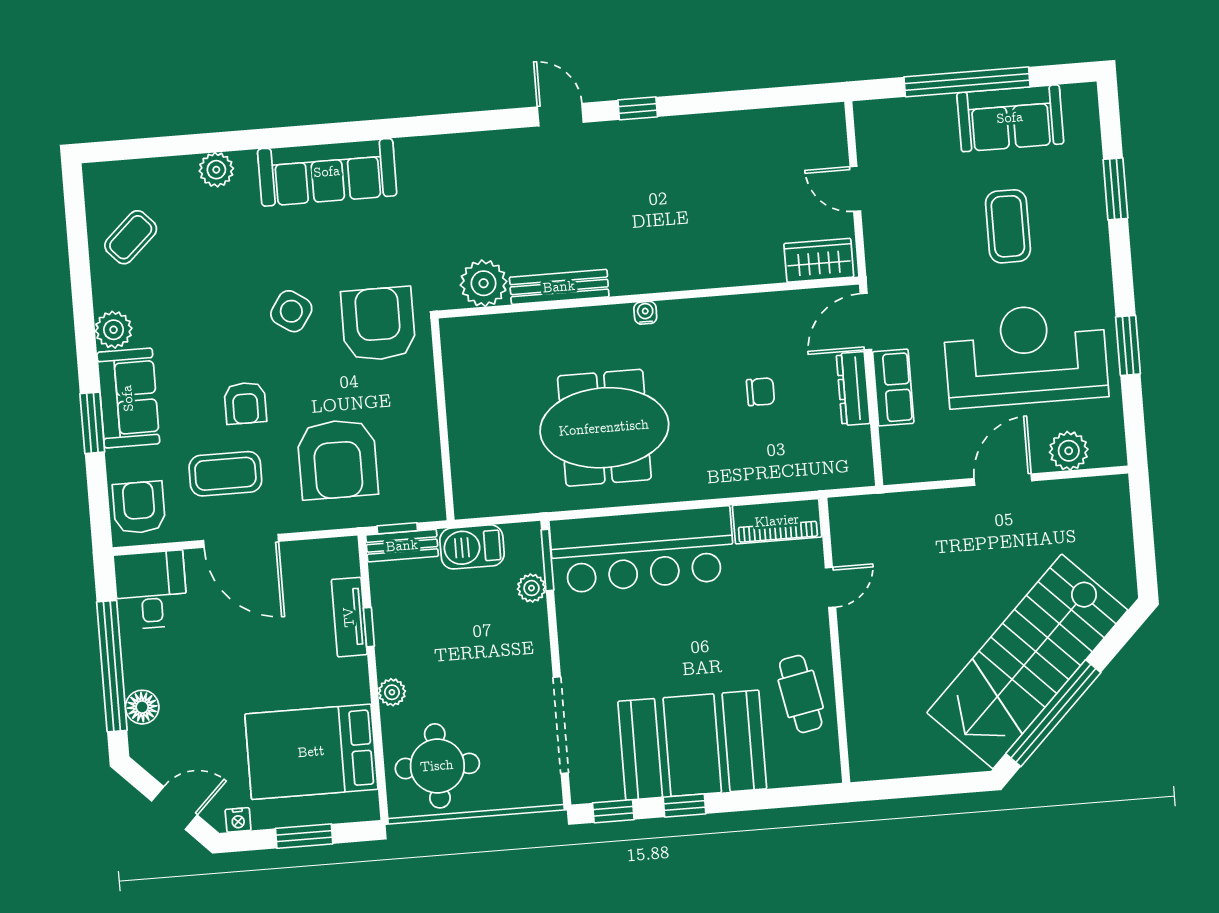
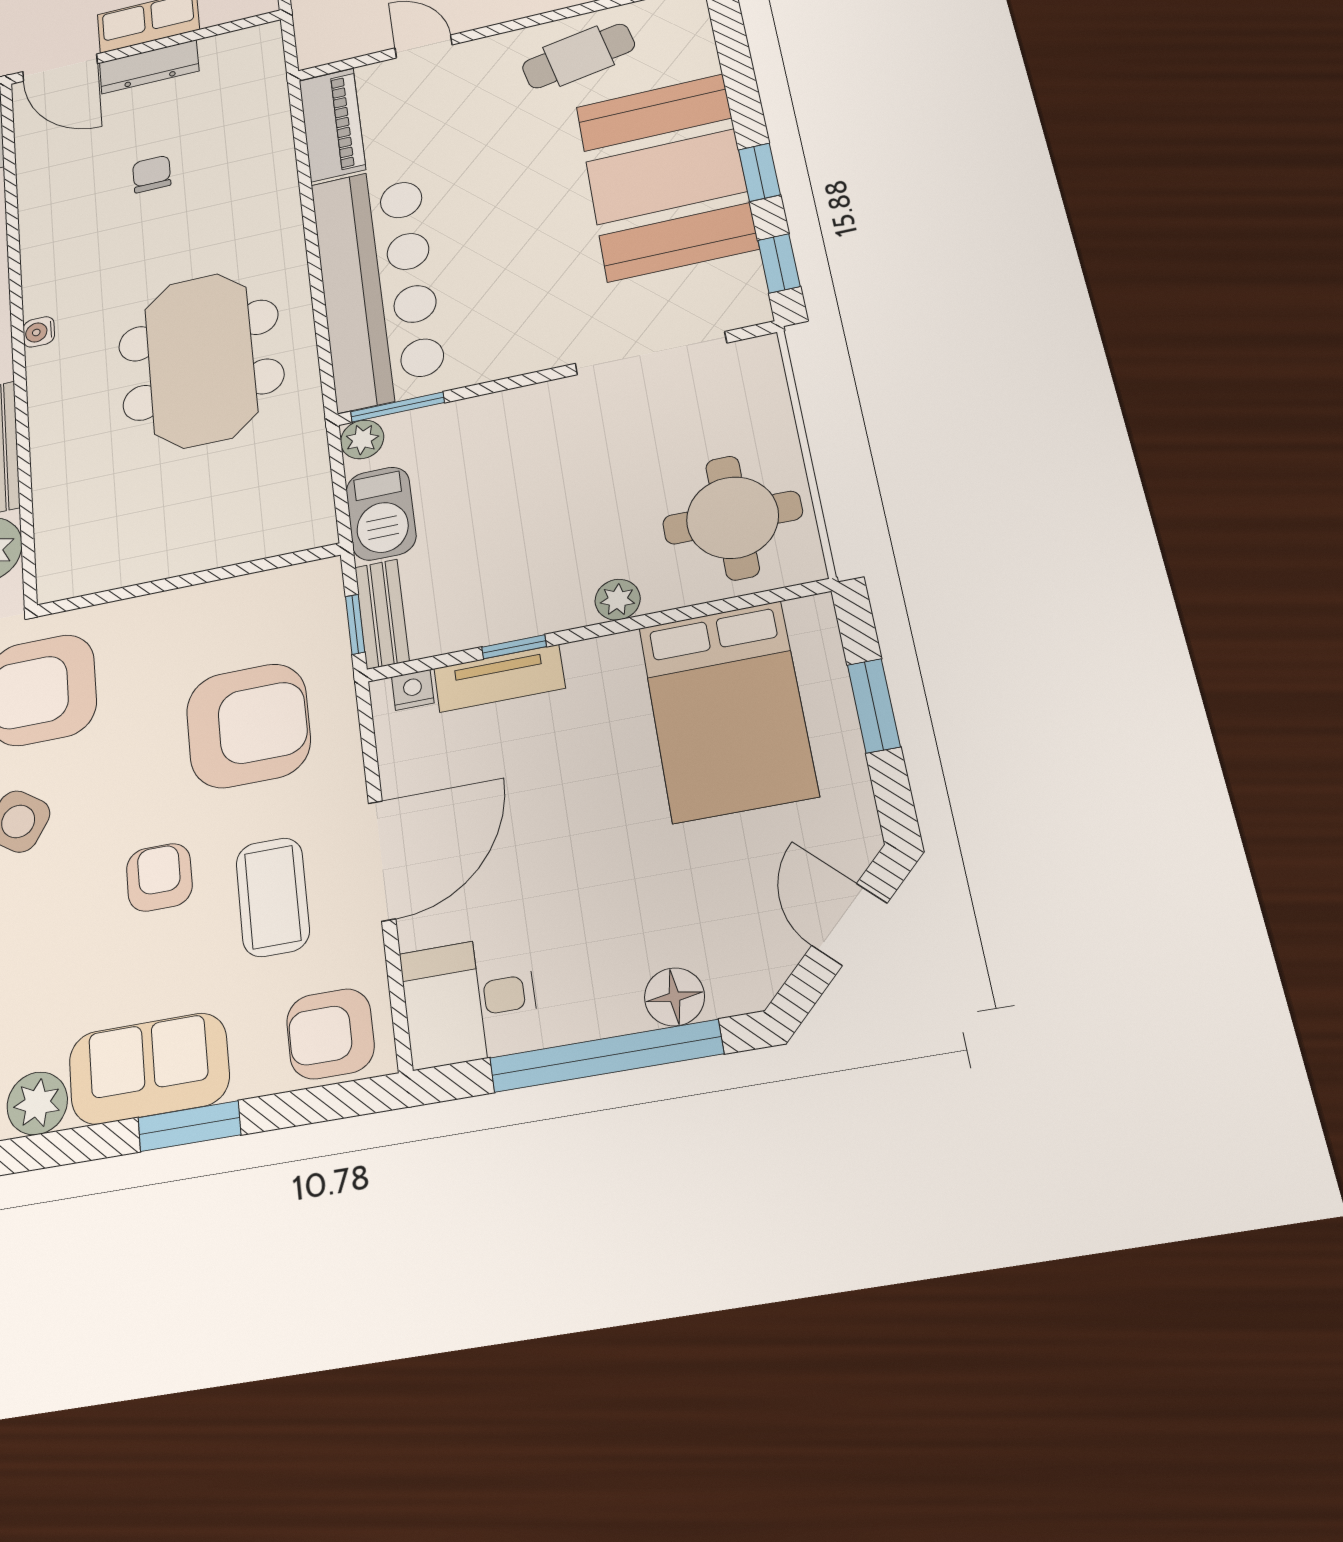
armchair: (245, 403) -> (159, 877), turned -90
plant: (531, 588) -> (362, 439), moved
nightstand: (238, 820) -> (413, 690), moved, turned -90

